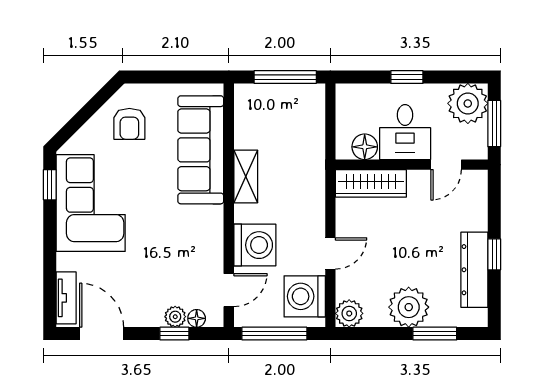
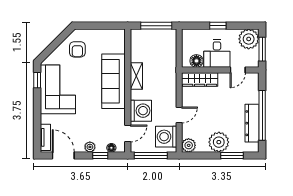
sofa: (201, 150) -> (113, 81), moved
window: (494, 254) -> (262, 115), width x3.17
plant: (175, 317) -> (90, 147), moved

